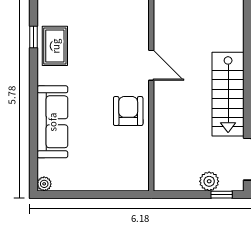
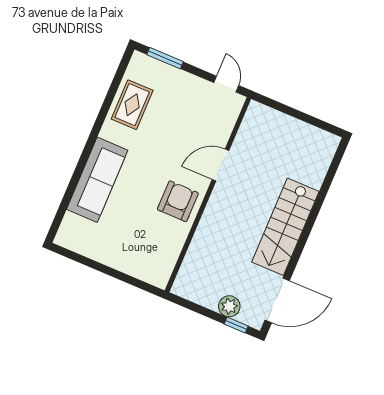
window: (33, 37) -> (114, 87), removed
door: (151, 65) -> (221, 165), swing flipped
plant: (44, 184) -> (63, 239), removed

